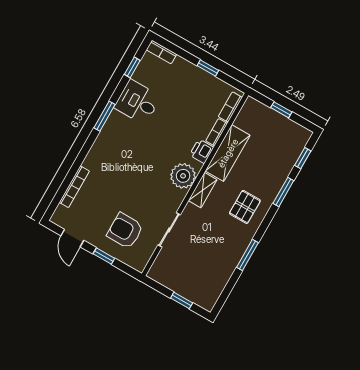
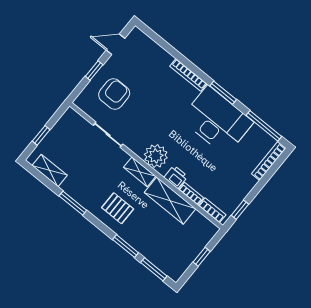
bookcase: (161, 52) -> (269, 161), width x1.56
window: (132, 67) -> (264, 126), width x2.17
window: (208, 68) -> (240, 210), moved
desk: (137, 102) -> (217, 121), width x1.87, depth x1.30
window: (303, 158) -> (154, 269), width x1.50
bookcase: (74, 187) -> (188, 75), moved
shelving: (217, 285) -> (50, 170), added

